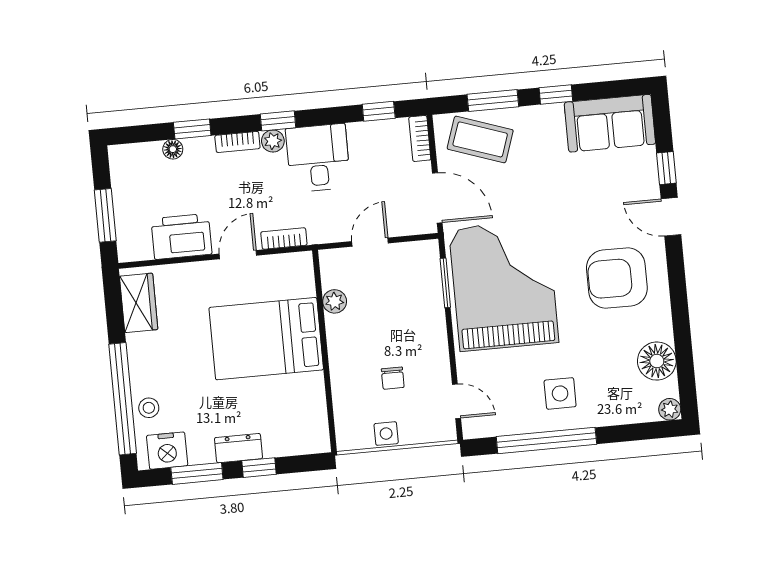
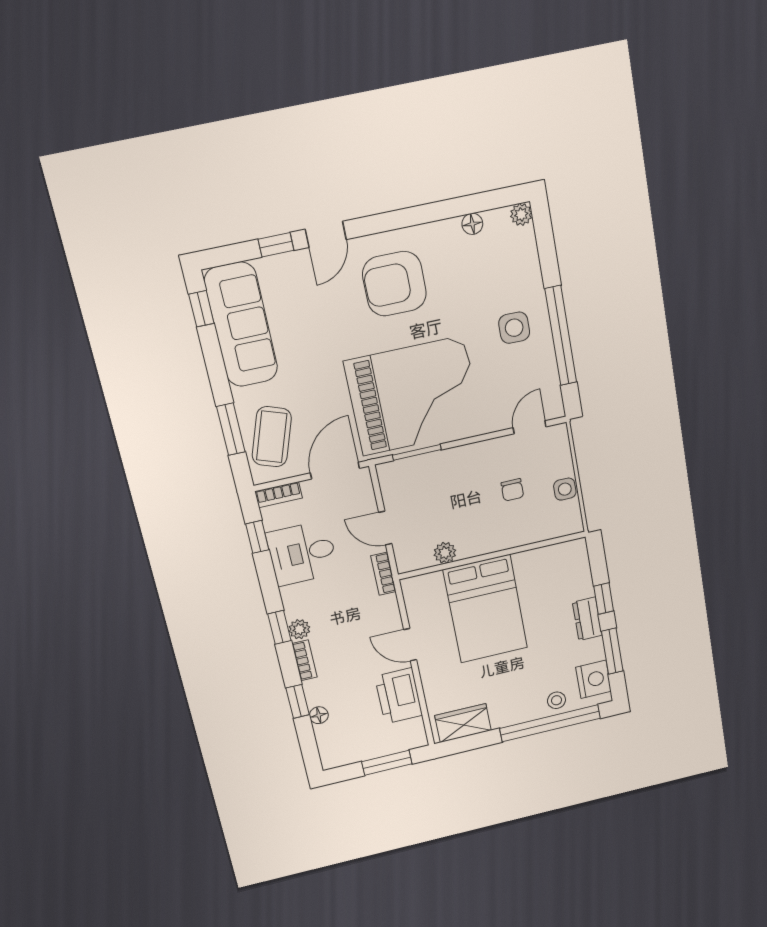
window: (556, 95) -> (201, 309), moved
sofa: (610, 123) -> (241, 325), width x1.36
desk: (318, 158) -> (302, 553), moved
bookcase: (284, 239) -> (383, 574), moved
armchair: (617, 278) -> (394, 284), turned 90
grand piano: (504, 286) -> (414, 396), turned 180
floor lamp: (657, 361) -> (472, 224), width x0.53, depth x0.53
chair: (393, 378) -> (512, 490), turned 90

